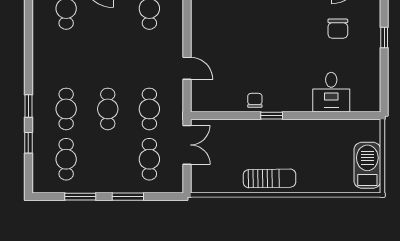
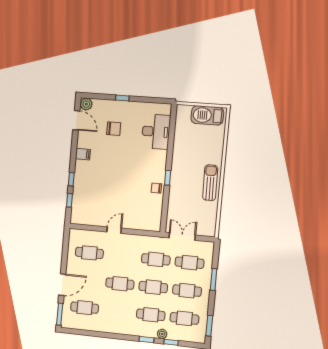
cafe table: (108, 59) -> (120, 284), added
door: (187, 68) -> (114, 230), moved
desk: (331, 92) -> (156, 132), width x1.37
plant: (40, 128) -> (162, 334), added
cafe table: (108, 159) -> (187, 291), added
window: (80, 197) -> (209, 326), moved

